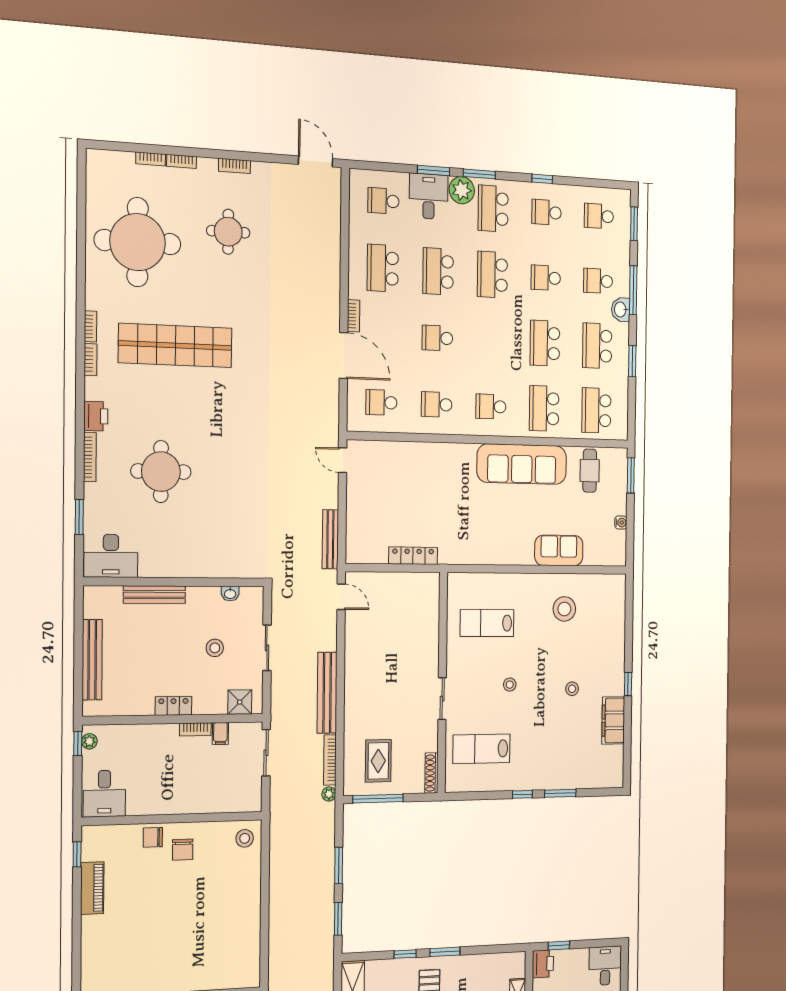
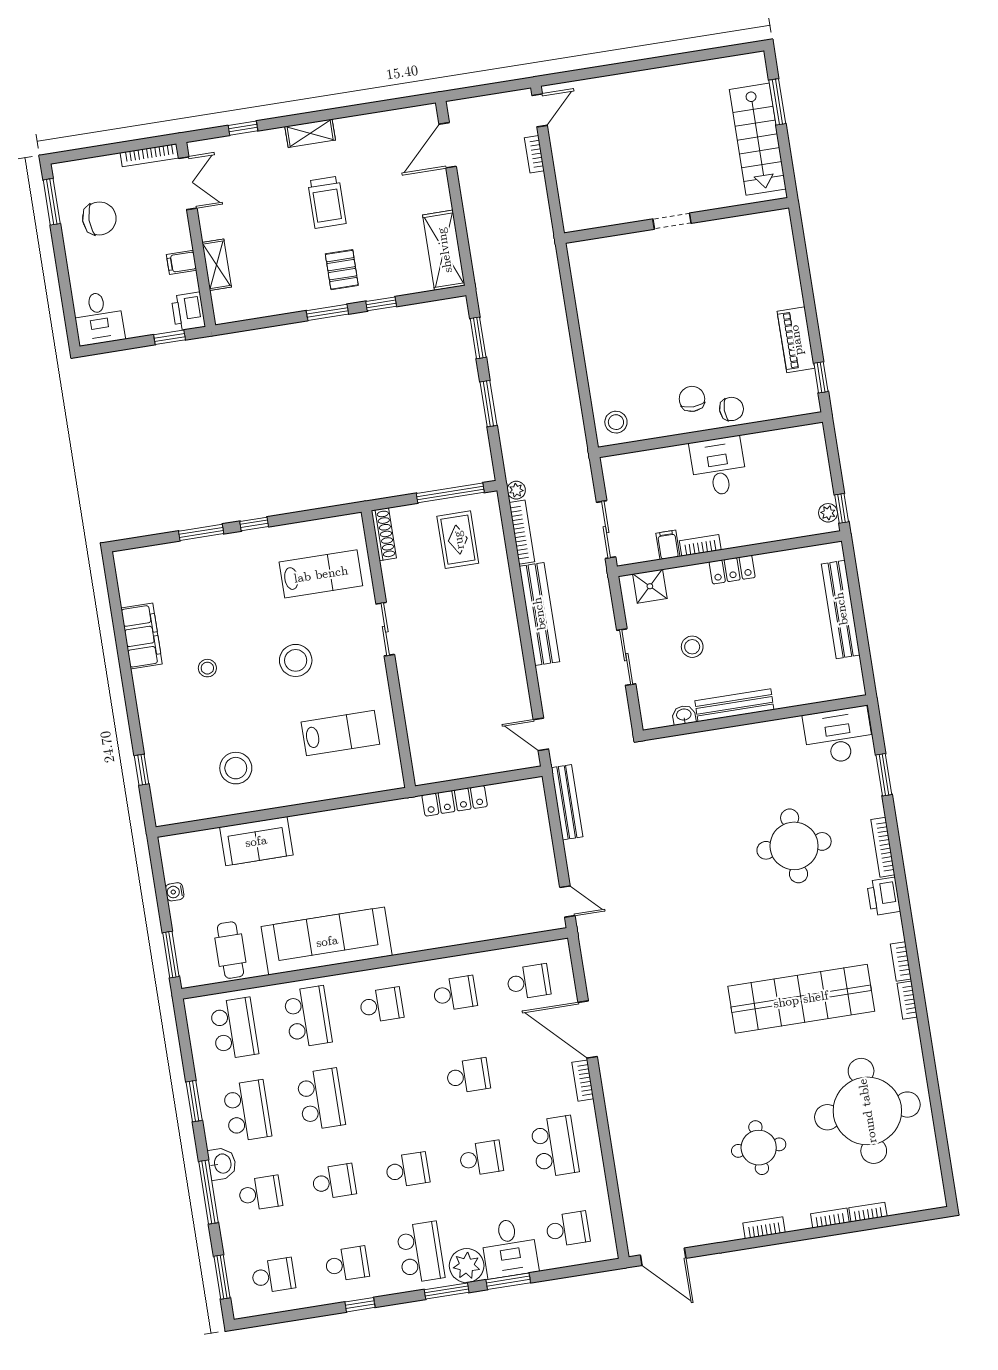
school desk: (438, 271) -> (481, 1158), width x0.54
school desk: (492, 275) -> (407, 1170), width x0.54
bench: (154, 595) -> (734, 705), moved
window: (628, 684) -> (142, 770), moved
stool: (510, 685) -> (296, 660), width x1.89, depth x1.89
desk: (104, 794) -> (718, 466), moved

